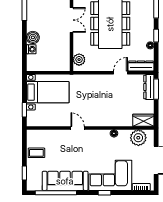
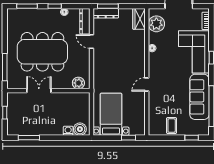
boiler: (33, 37) -> (80, 129), moved

